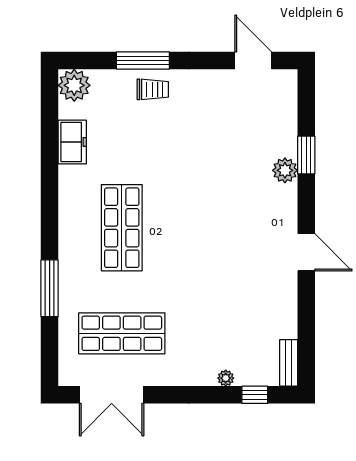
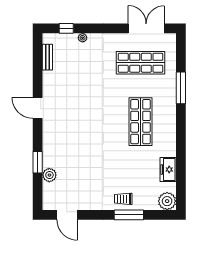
plant: (285, 170) -> (49, 175), moved
bench: (289, 363) -> (47, 57), moved

